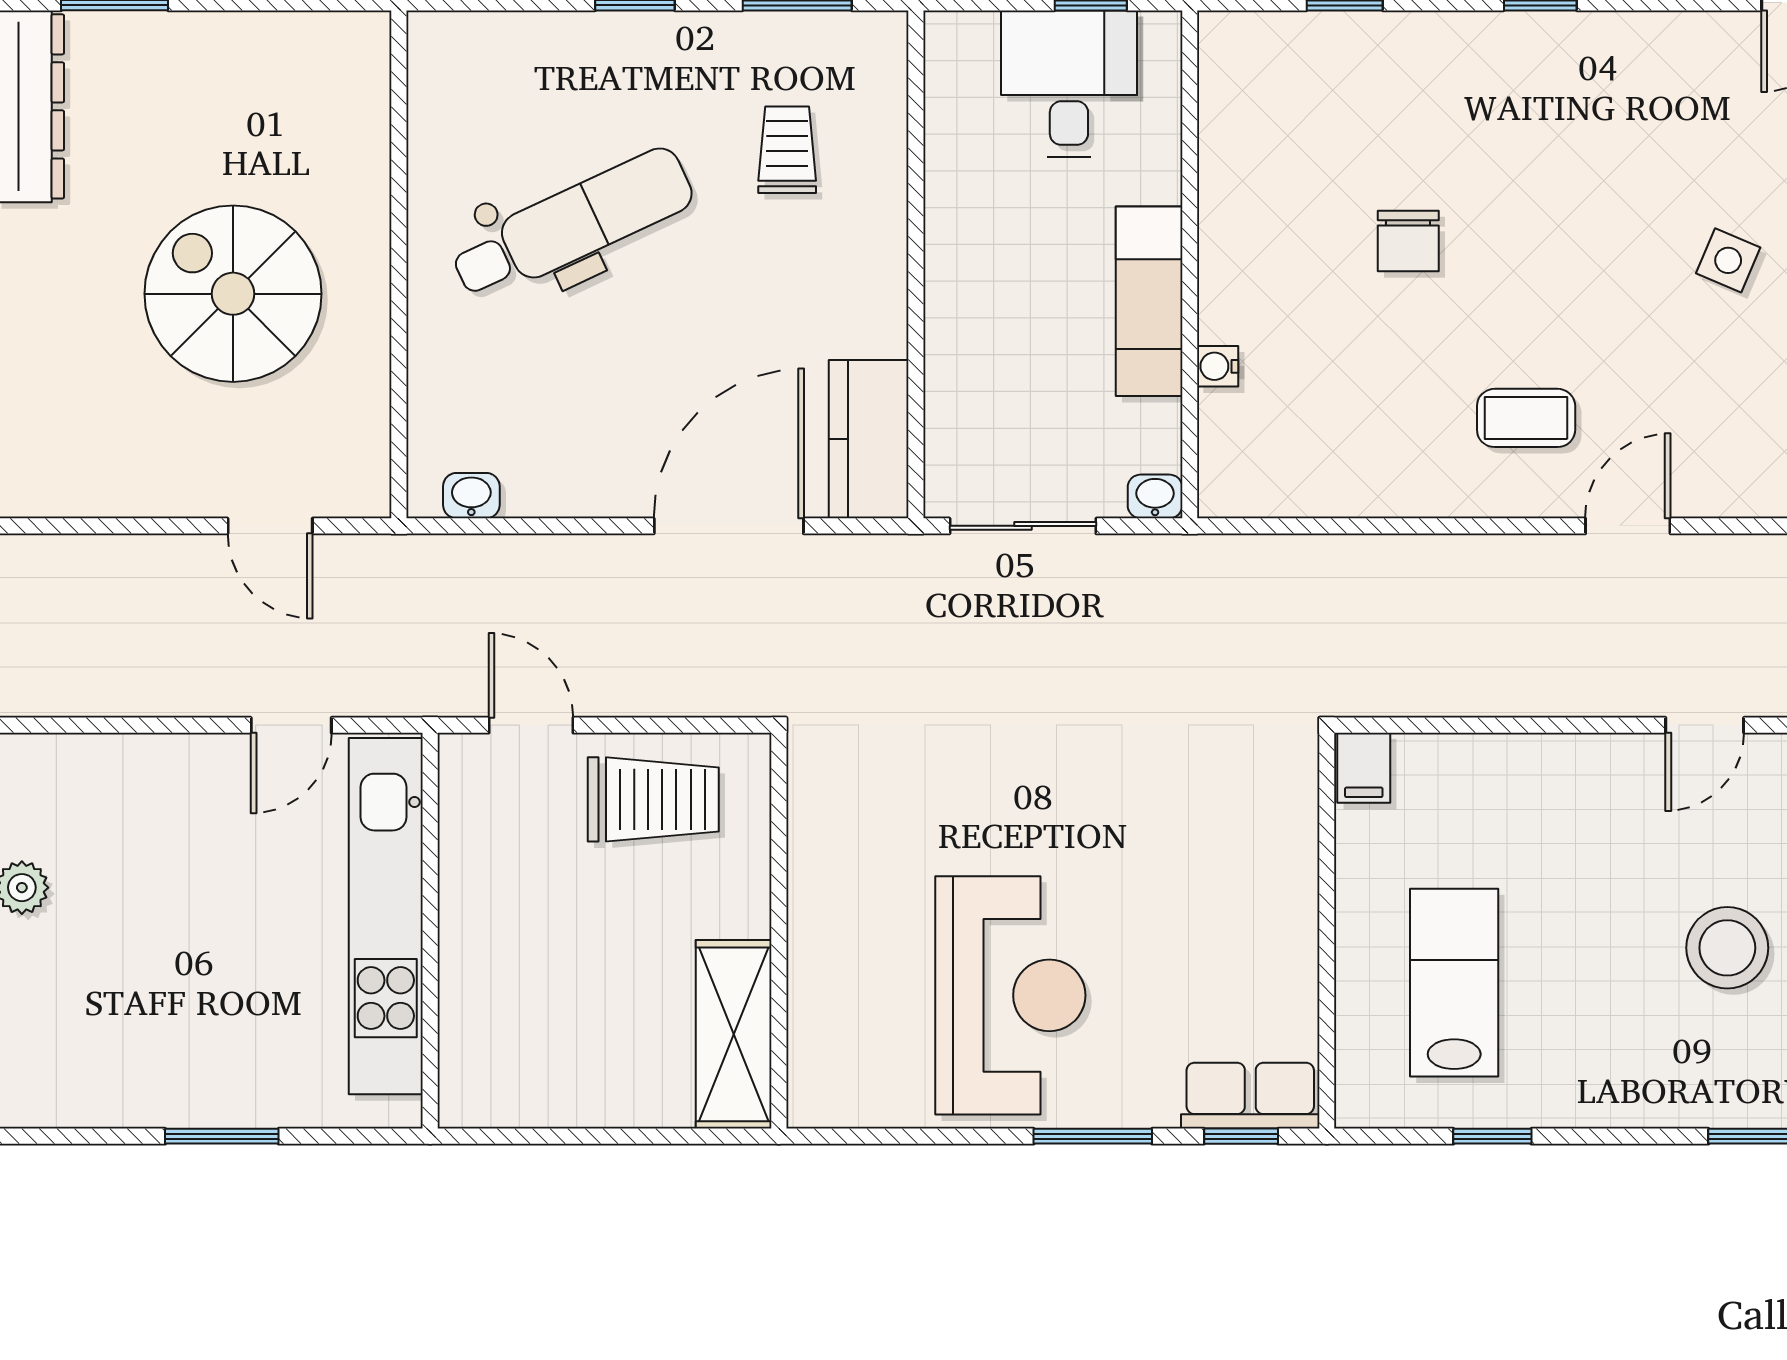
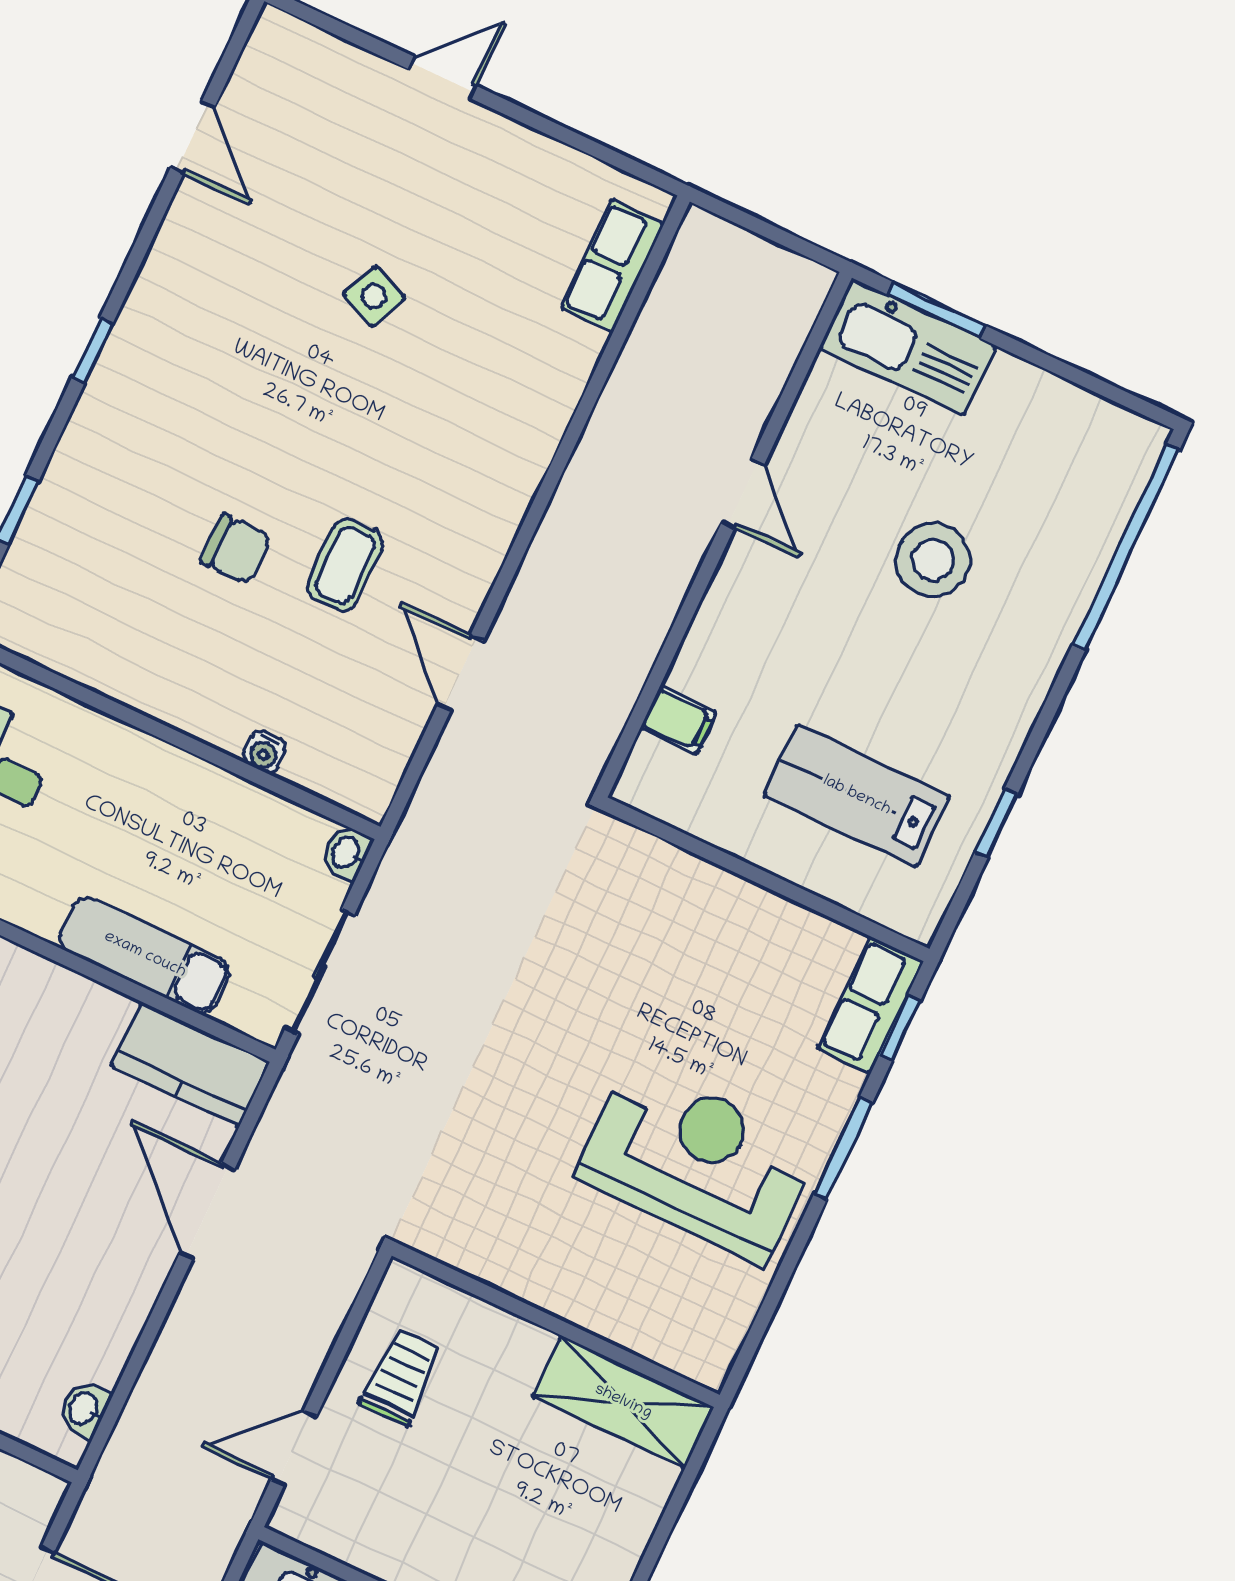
exam couch: (1149, 301) -> (145, 955), moved, turned 180
coffee table: (1526, 418) -> (345, 565), moved
door: (729, 526) -> (207, 1211), width x0.73
door: (1628, 526) -> (460, 673), moved
filing cabinet: (1364, 768) -> (679, 720), moved
trolley: (653, 799) -> (401, 1377), width x0.73, depth x0.72

